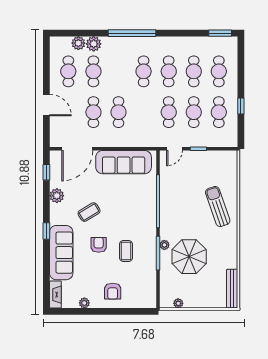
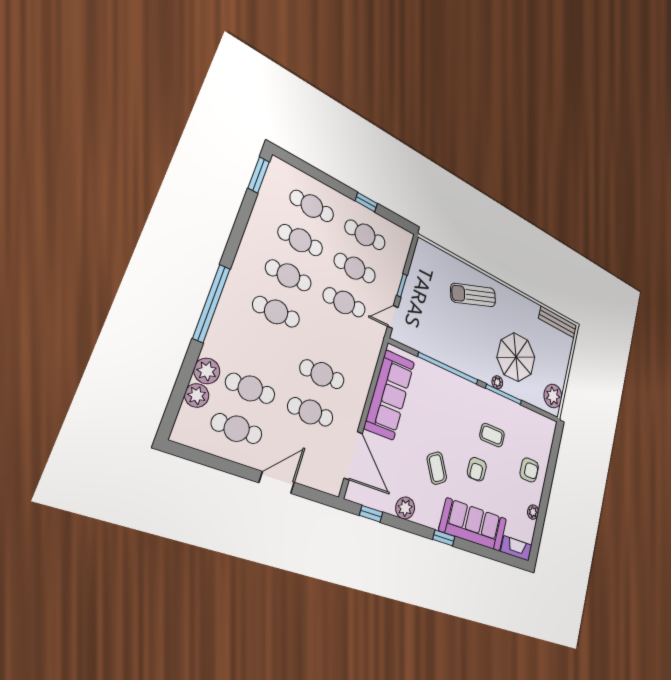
door: (175, 149) -> (393, 317), swing flipped
armchair: (99, 245) -> (477, 469), turned -90
plant: (178, 303) -> (553, 396), width x1.87, depth x1.87

